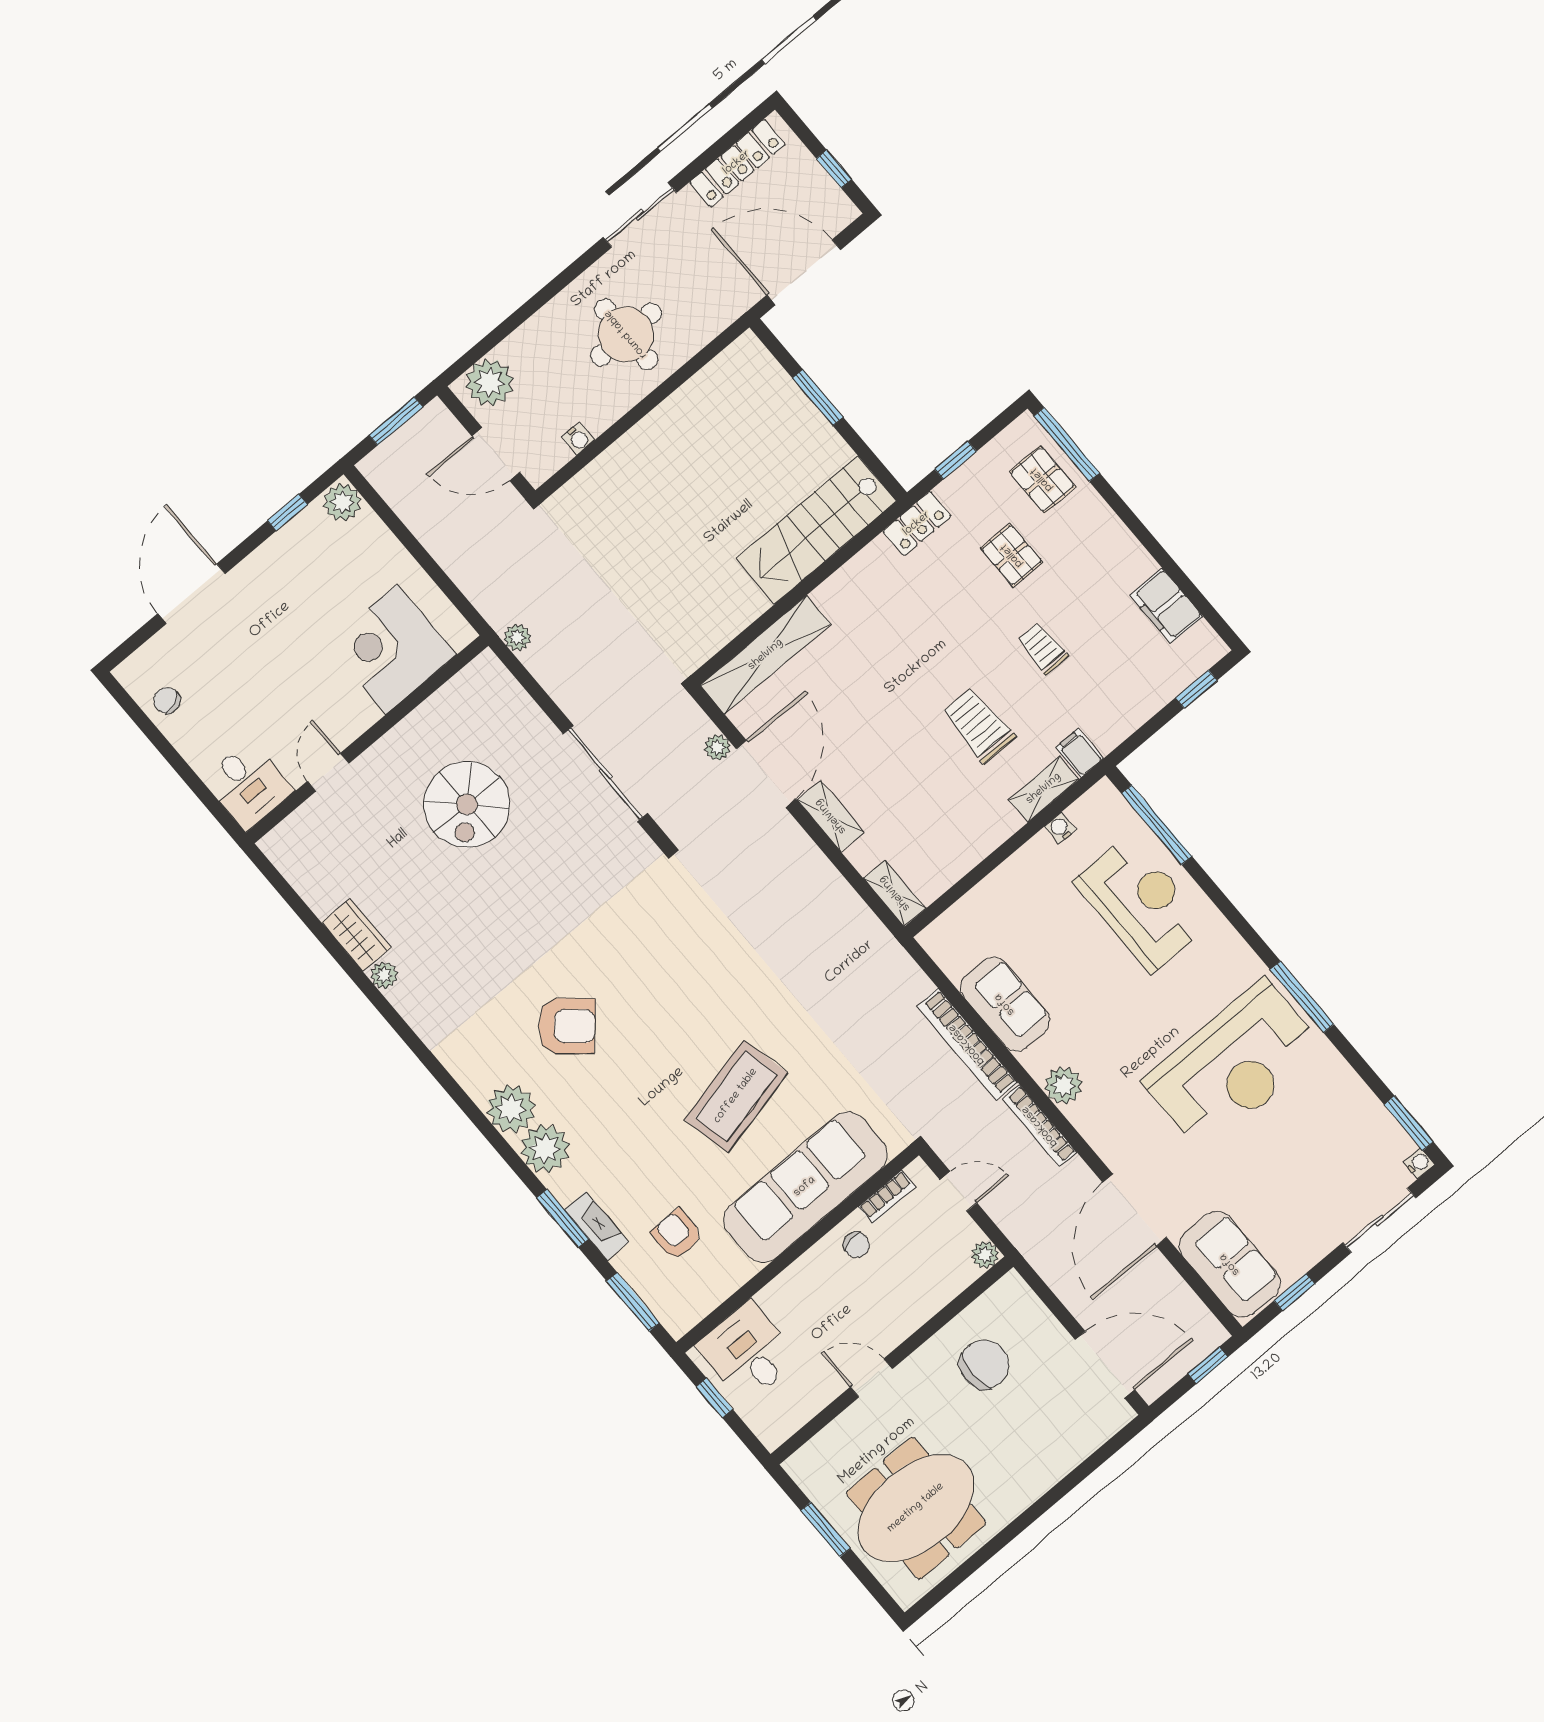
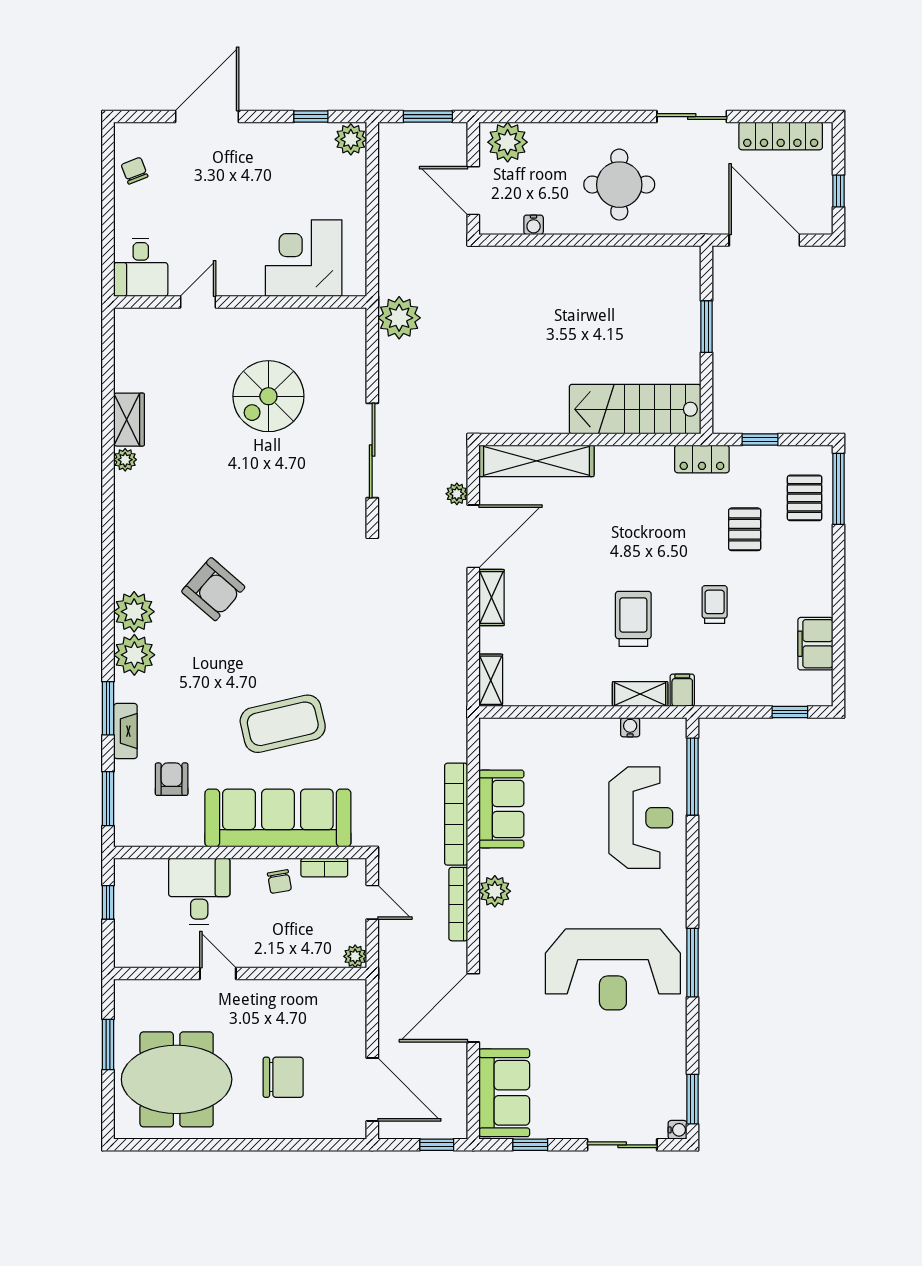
plant: (517, 637) -> (399, 318), width x1.88, depth x1.88
desk: (748, 1352) -> (199, 891), moved
chair: (984, 1365) -> (283, 1077), moved

